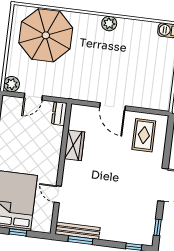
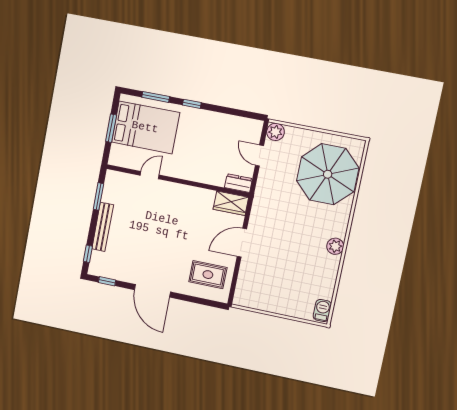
wardrobe: (74, 145) -> (231, 203), moved
bench: (77, 231) -> (103, 227), moved
window: (18, 232) -> (111, 128), width x1.50

